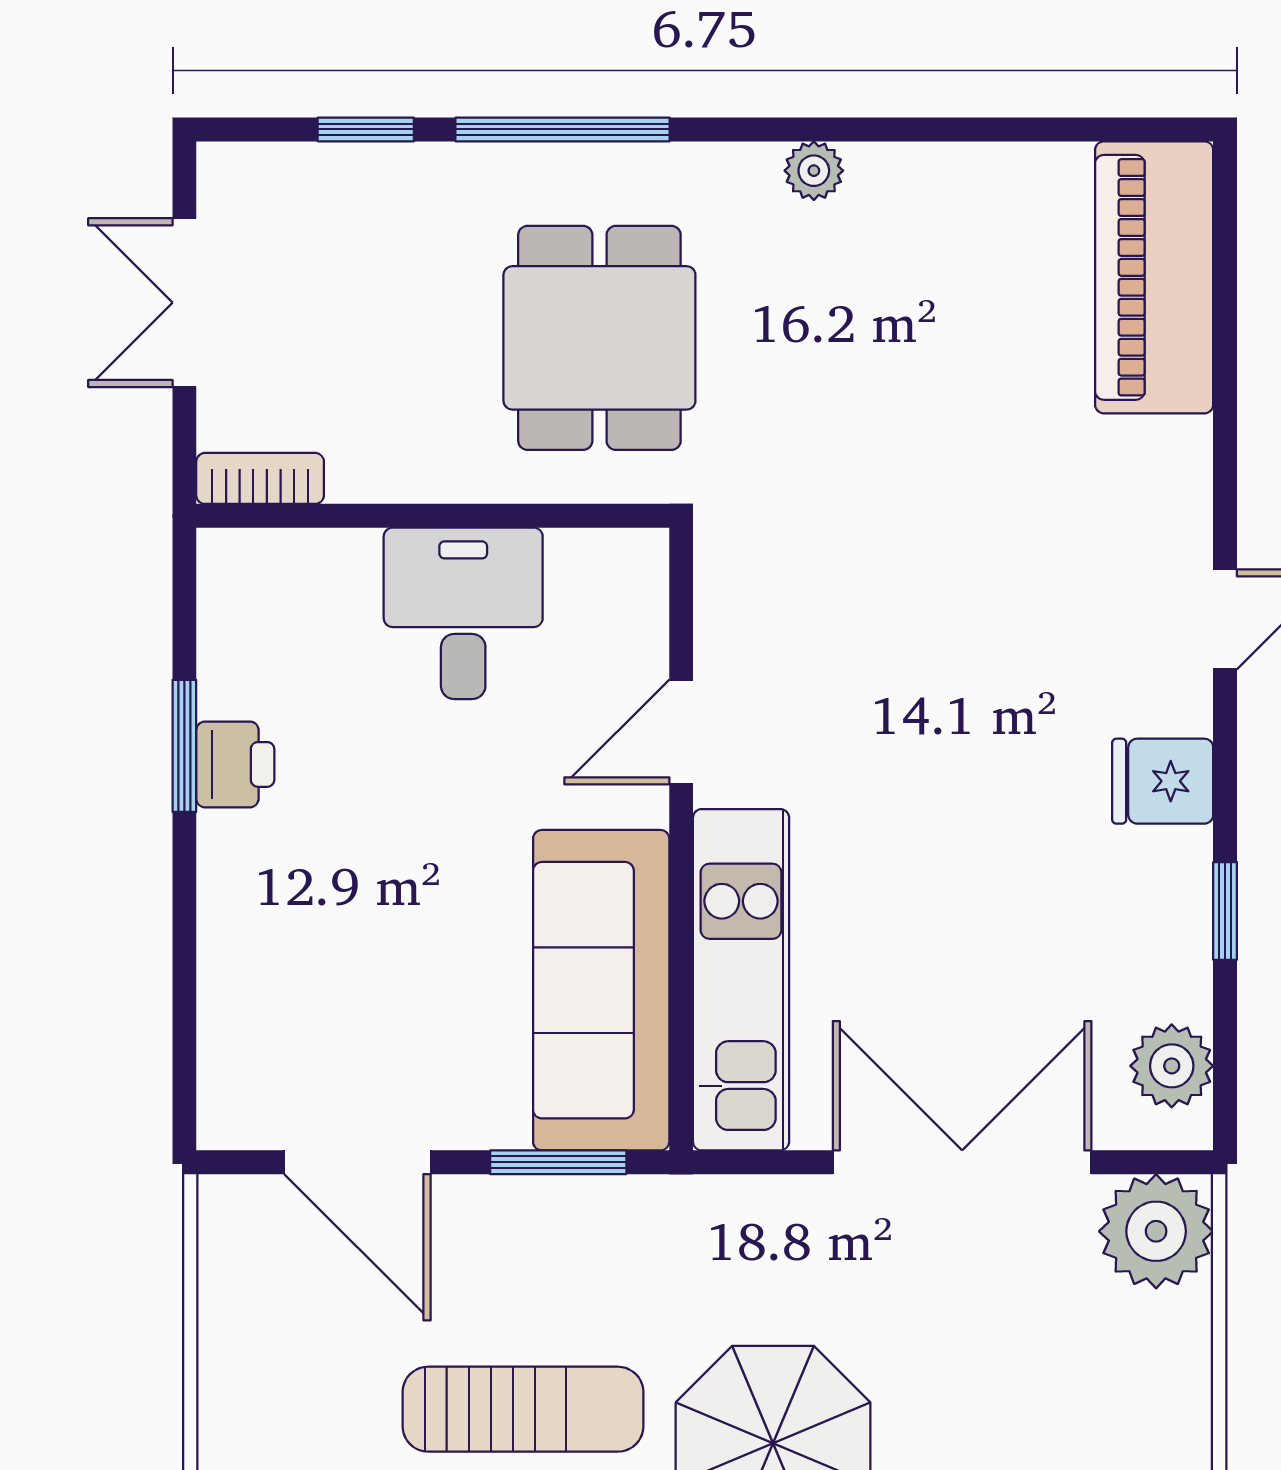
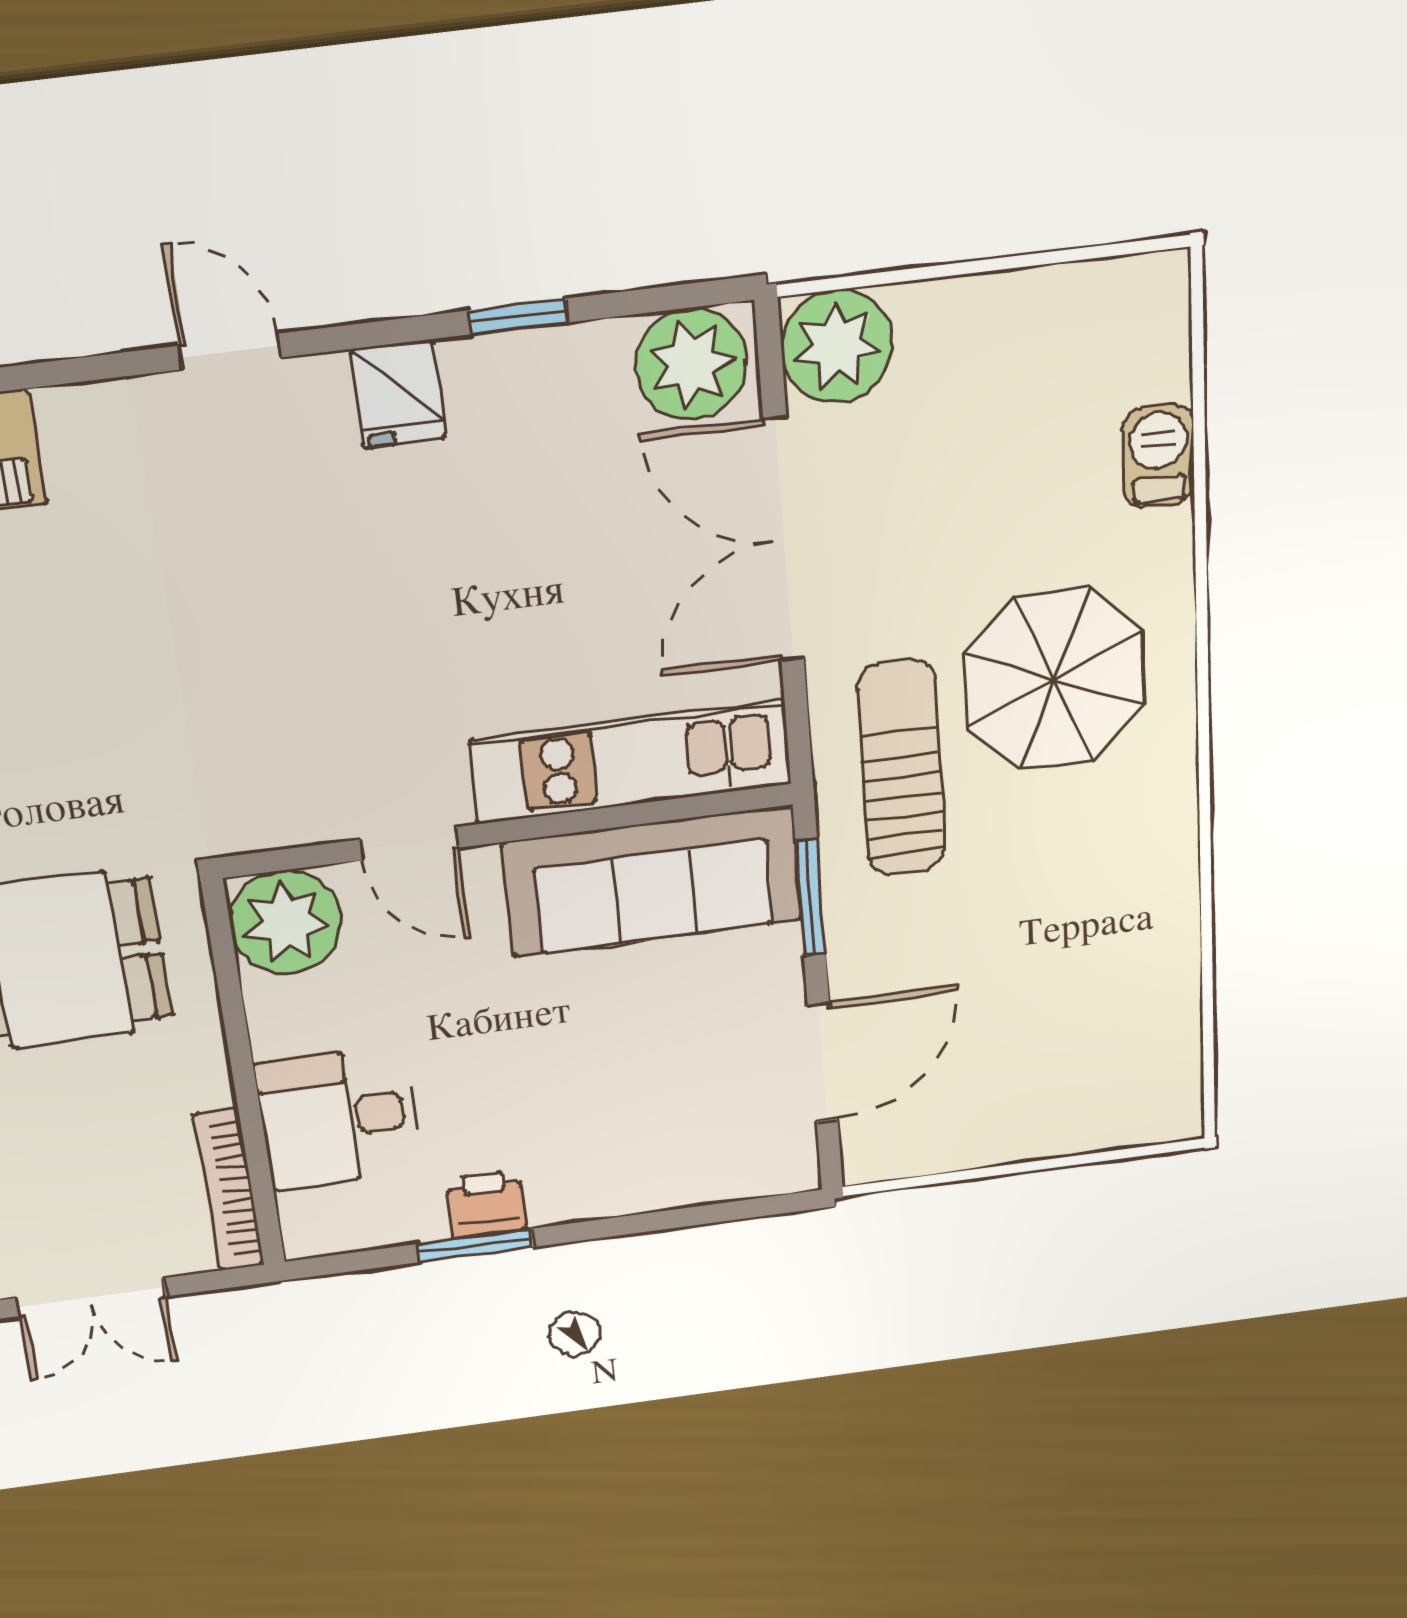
bookcase: (260, 478) -> (229, 1190), width x1.56
plant: (609, 588) -> (286, 922), added
desk: (463, 613) -> (339, 1118), moved
plant: (1172, 1066) -> (691, 364), width x1.36, depth x1.36
sun lounger: (523, 1409) -> (901, 769), moved

